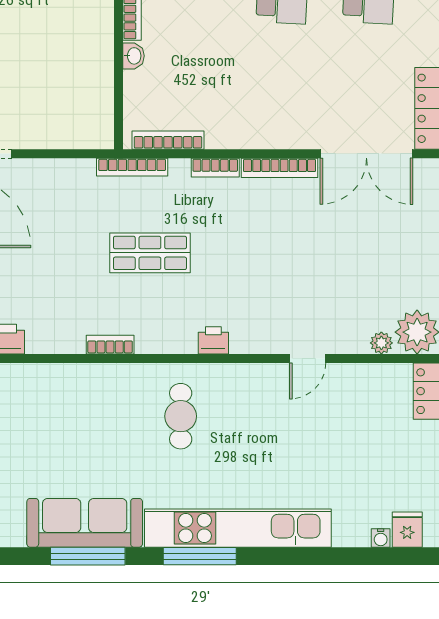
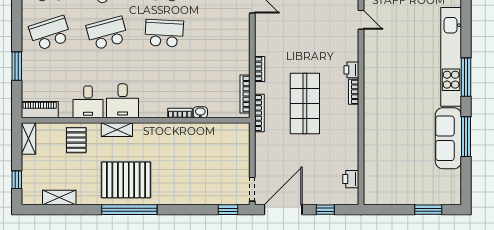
bookcase: (280, 168) -> (260, 35), removed
shop shelf: (150, 253) -> (305, 104), width x1.43, depth x1.36
bookcase: (110, 345) -> (354, 92), moved
cafe table: (181, 416) -> (392, 87), removed

